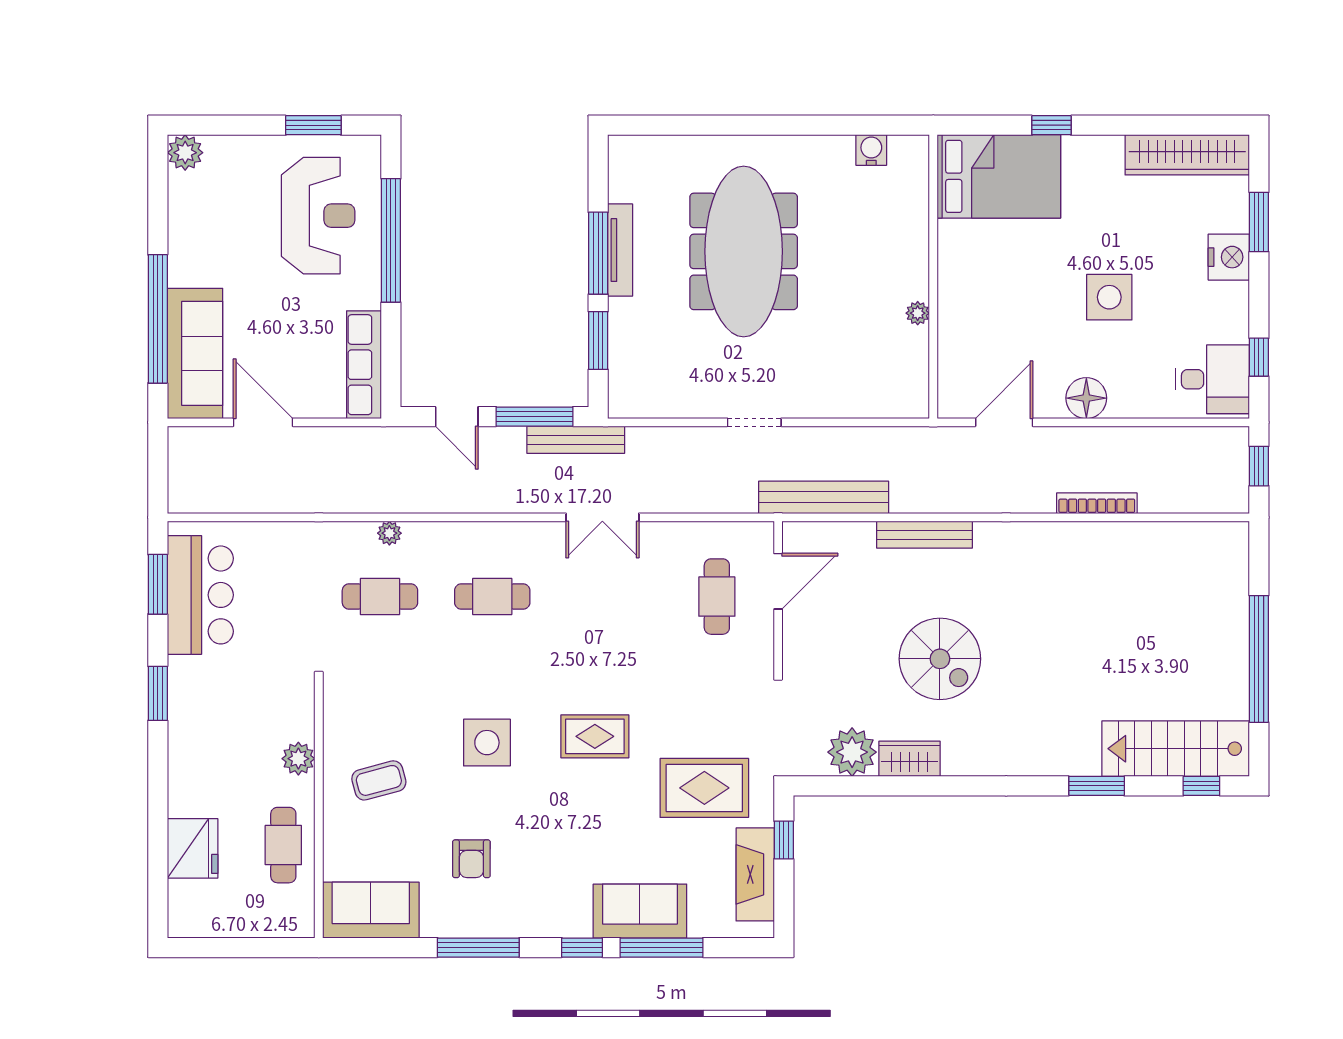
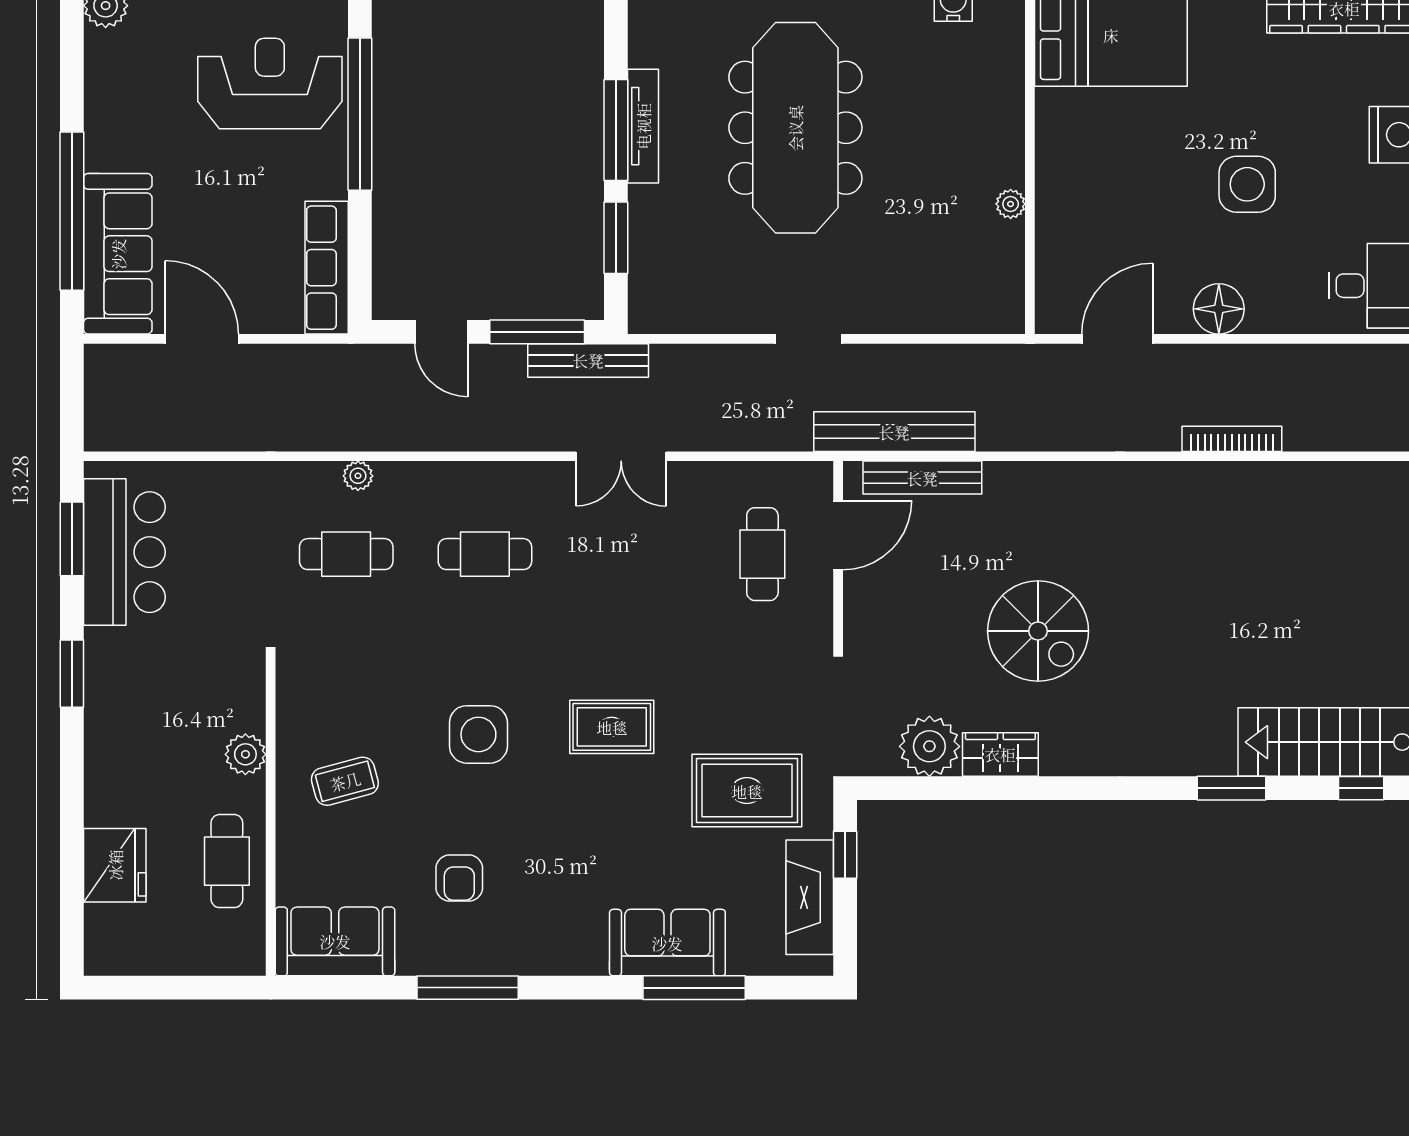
reception desk: (318, 216) -> (270, 84), turned -90
bench: (925, 535) -> (922, 478), moved
window: (582, 948) -> (596, 988), removed

